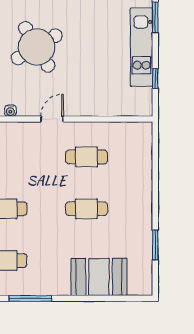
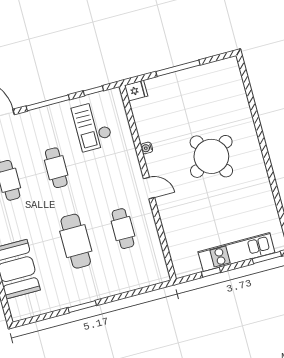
cafe table: (87, 209) -> (76, 241), width x1.37, depth x1.35
window: (155, 245) -> (82, 307), moved

